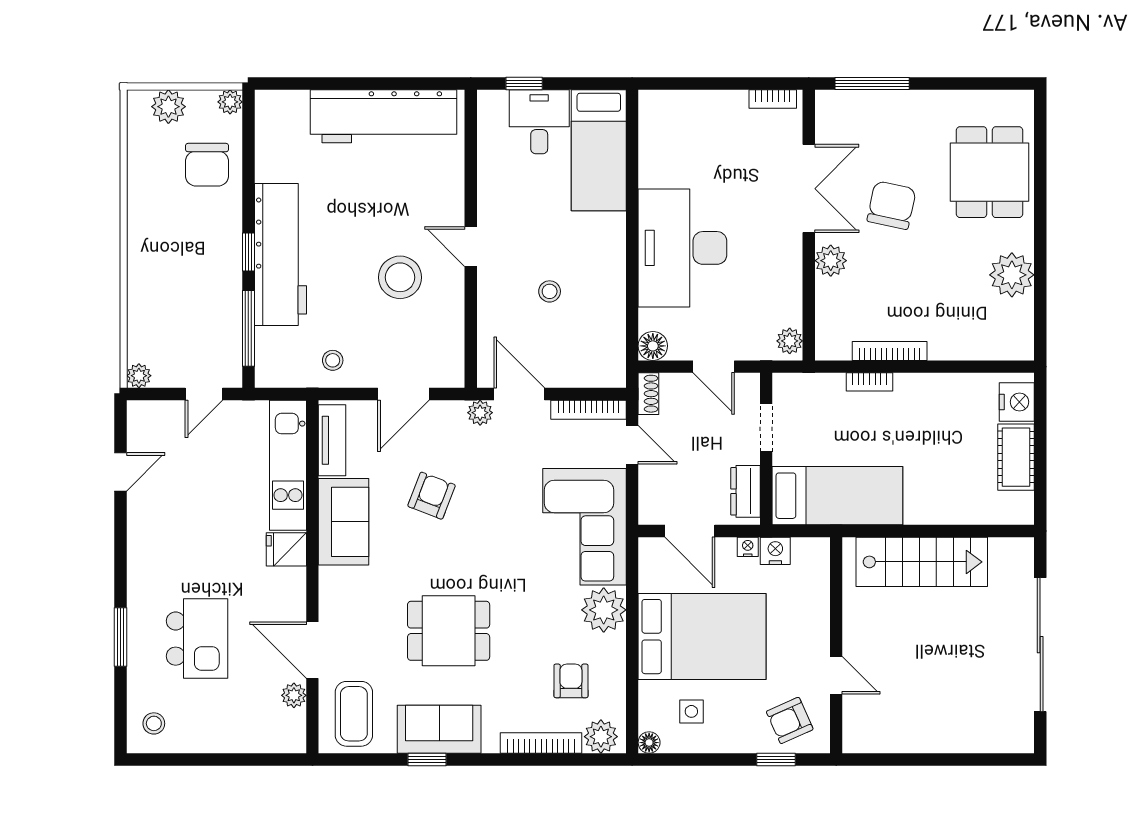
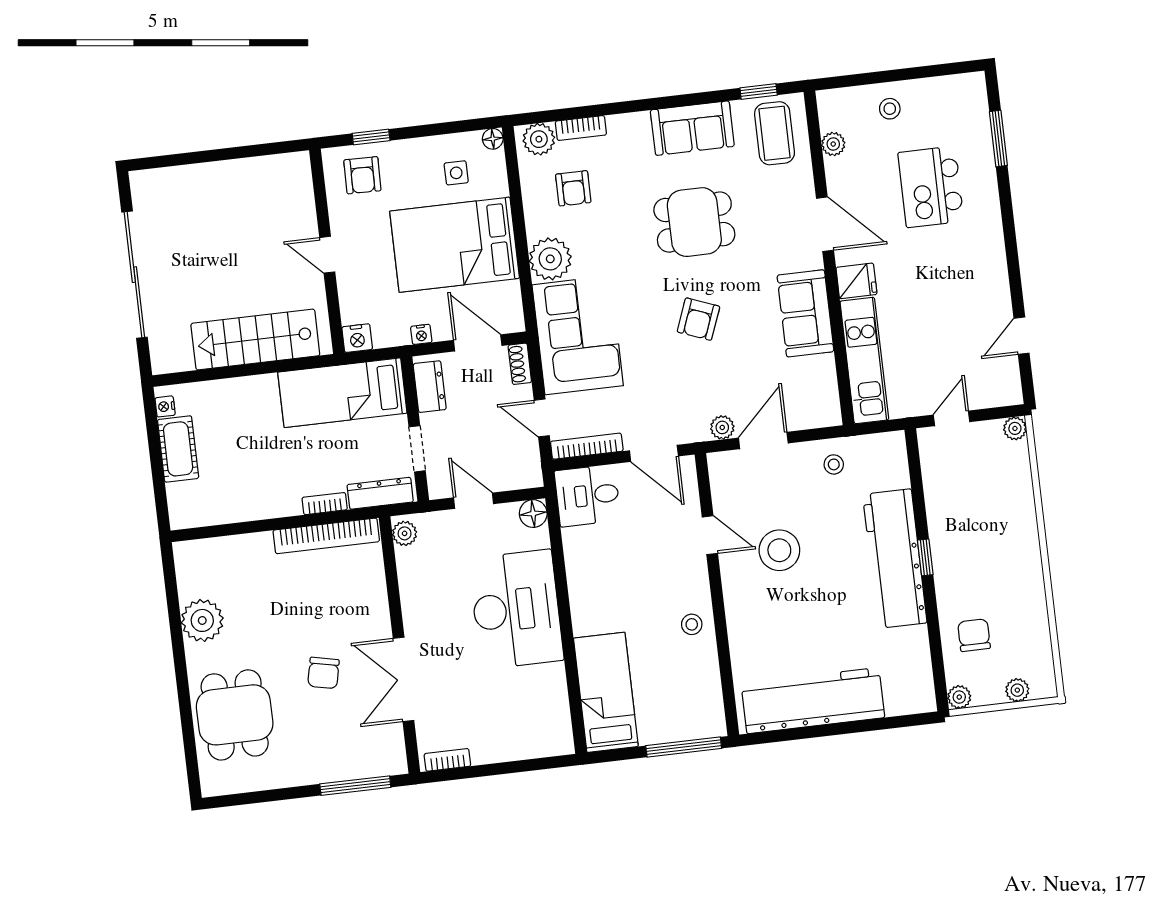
window: (524, 83) -> (684, 747), width x2.17
plant: (168, 107) -> (1017, 690), width x0.73, depth x0.73
desk: (539, 122) -> (587, 496), moved, turned 90
chair: (207, 165) -> (974, 635), width x0.73, depth x0.73
chair: (892, 205) -> (323, 673), width x0.73, depth x0.73
door: (471, 247) -> (710, 535), moved
plant: (831, 261) -> (375, 614), removed
stool: (550, 291) -> (692, 624), moved
window: (248, 328) -> (917, 485), removed
bookcase: (890, 351) -> (326, 536), width x1.48, depth x1.31
dresser: (810, 386) -> (380, 493), added
shoe rack: (648, 394) -> (520, 364), moved
nightstand: (1017, 402) -> (165, 406), moved, width x0.53, depth x0.56
plant: (480, 413) -> (722, 427), moved
tv unit: (332, 440) -> (825, 389), removed
armchair: (432, 496) -> (698, 319), moved
nightstand: (775, 551) -> (357, 338), moved
window: (121, 637) -> (998, 138), moved
door: (312, 650) -> (825, 224), moved
door: (836, 675) -> (327, 255), moved
armchair: (790, 720) -> (362, 175), turned 115
stool: (154, 723) -> (890, 109), moved
bookcase: (541, 743) -> (581, 128), width x0.64
window: (427, 759) -> (759, 91), moved

